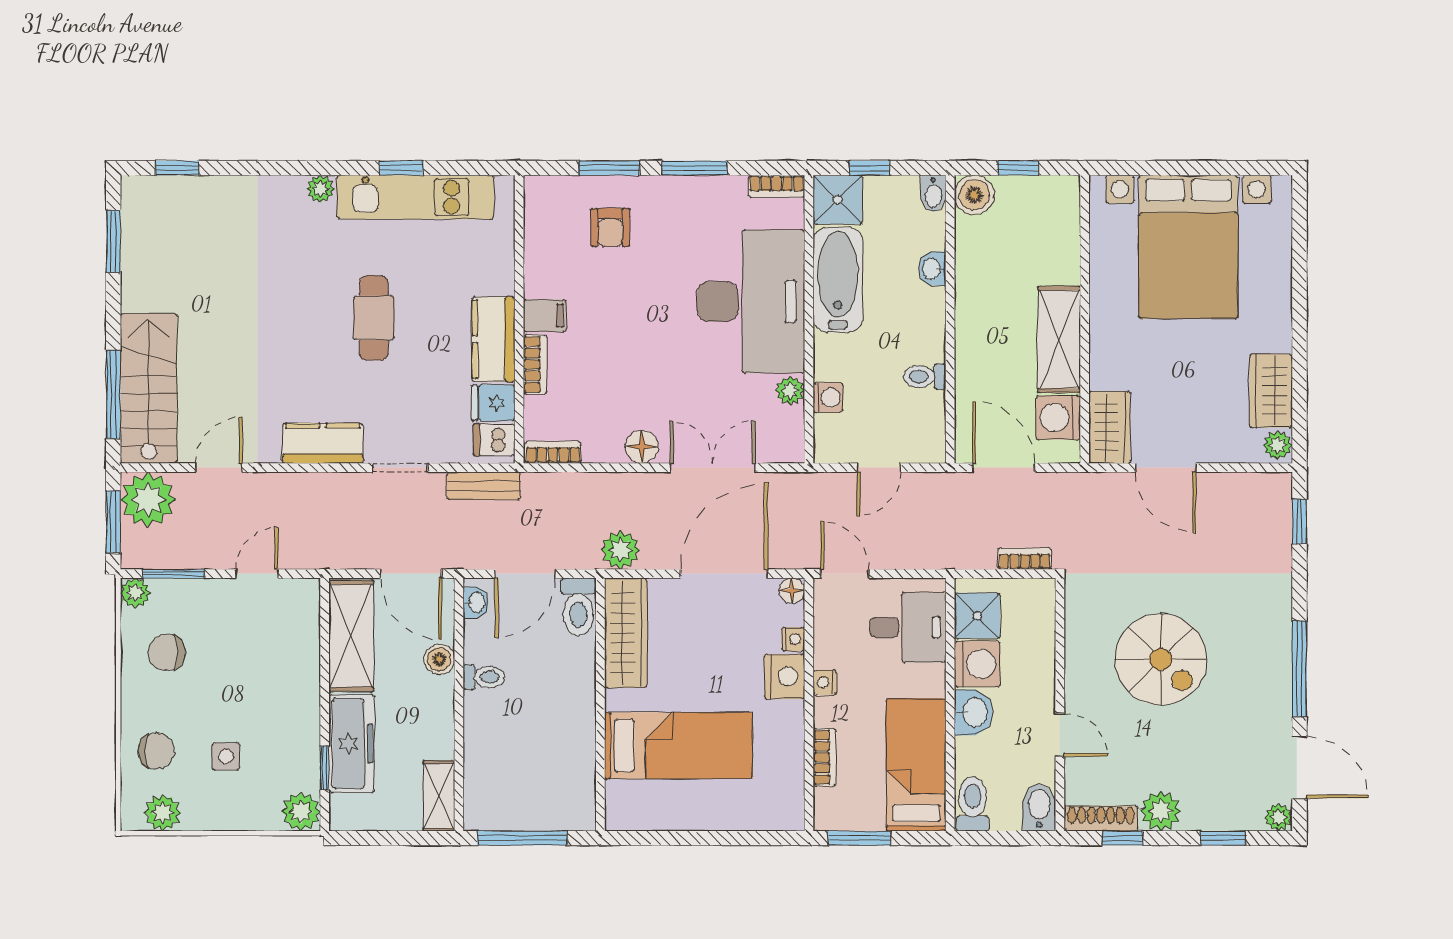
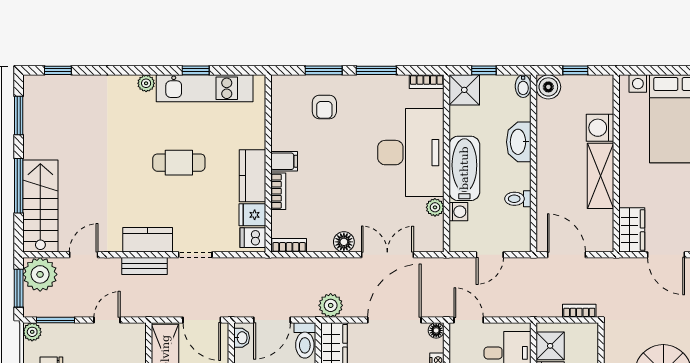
washbasin: (932, 269) -> (519, 142), width x1.91, depth x1.45
bathtub: (838, 280) -> (464, 168), moved
cafe table: (374, 318) -> (179, 163), turned 90
window: (113, 394) -> (19, 186), moved
washing machine: (1058, 418) -> (600, 128), moved
bench: (484, 486) -> (144, 266), moved

